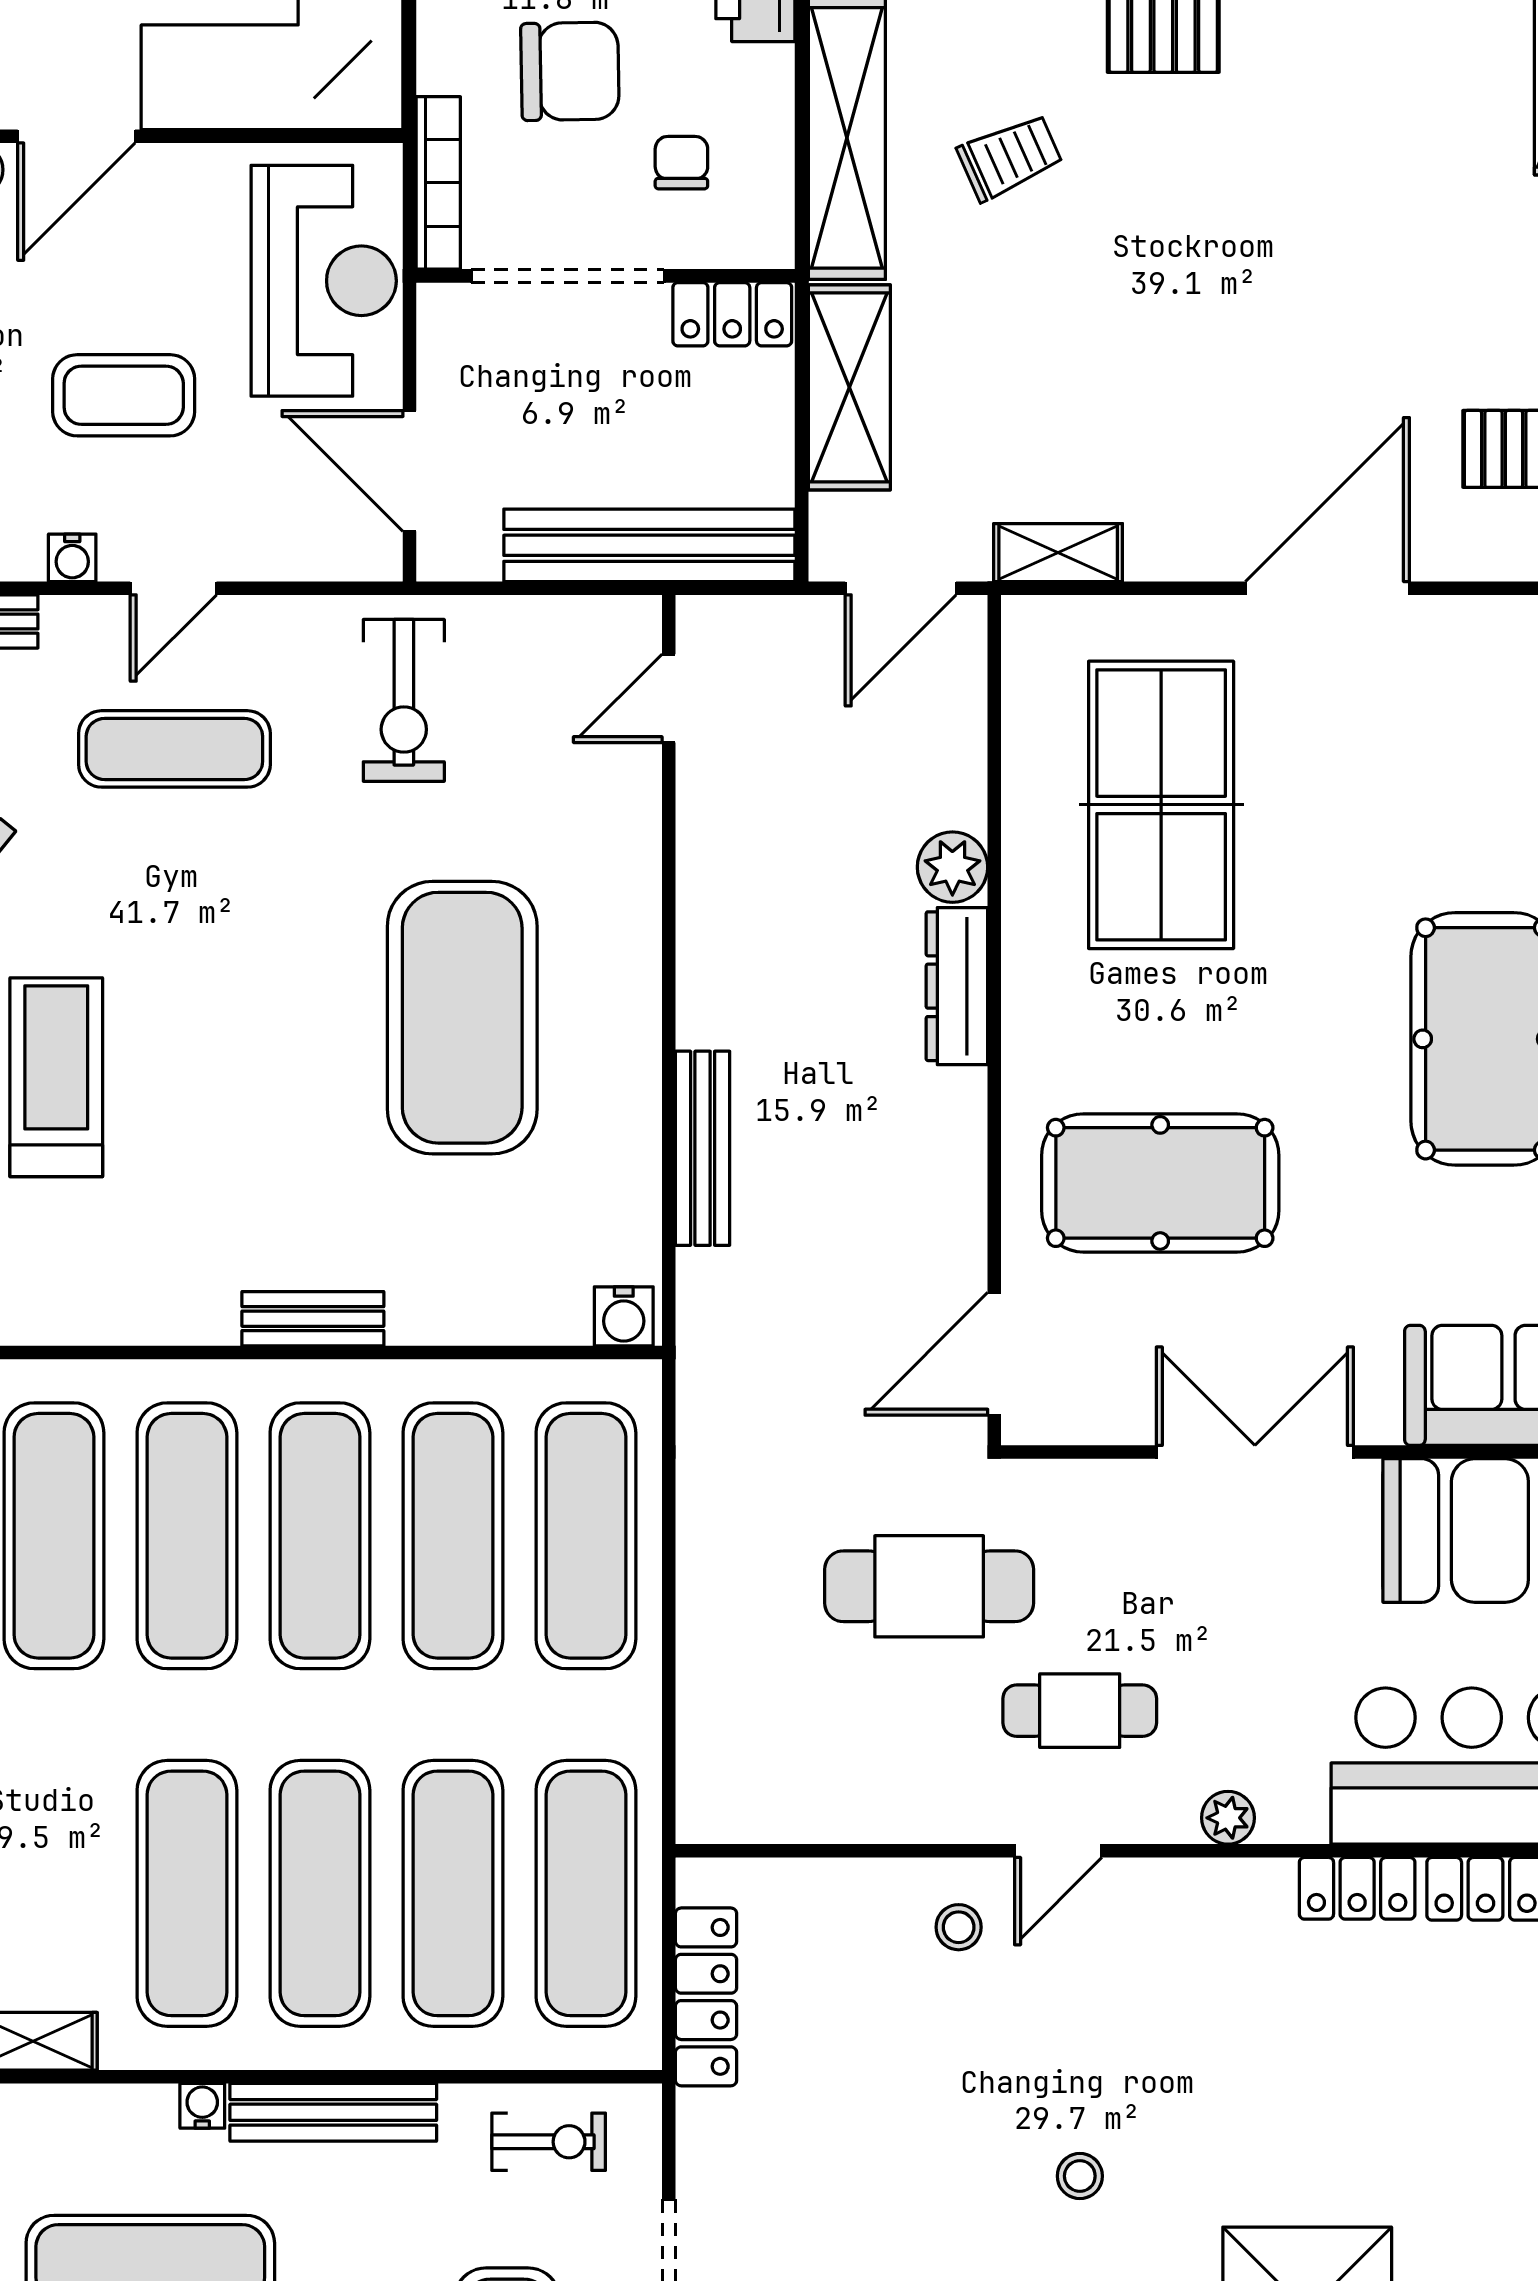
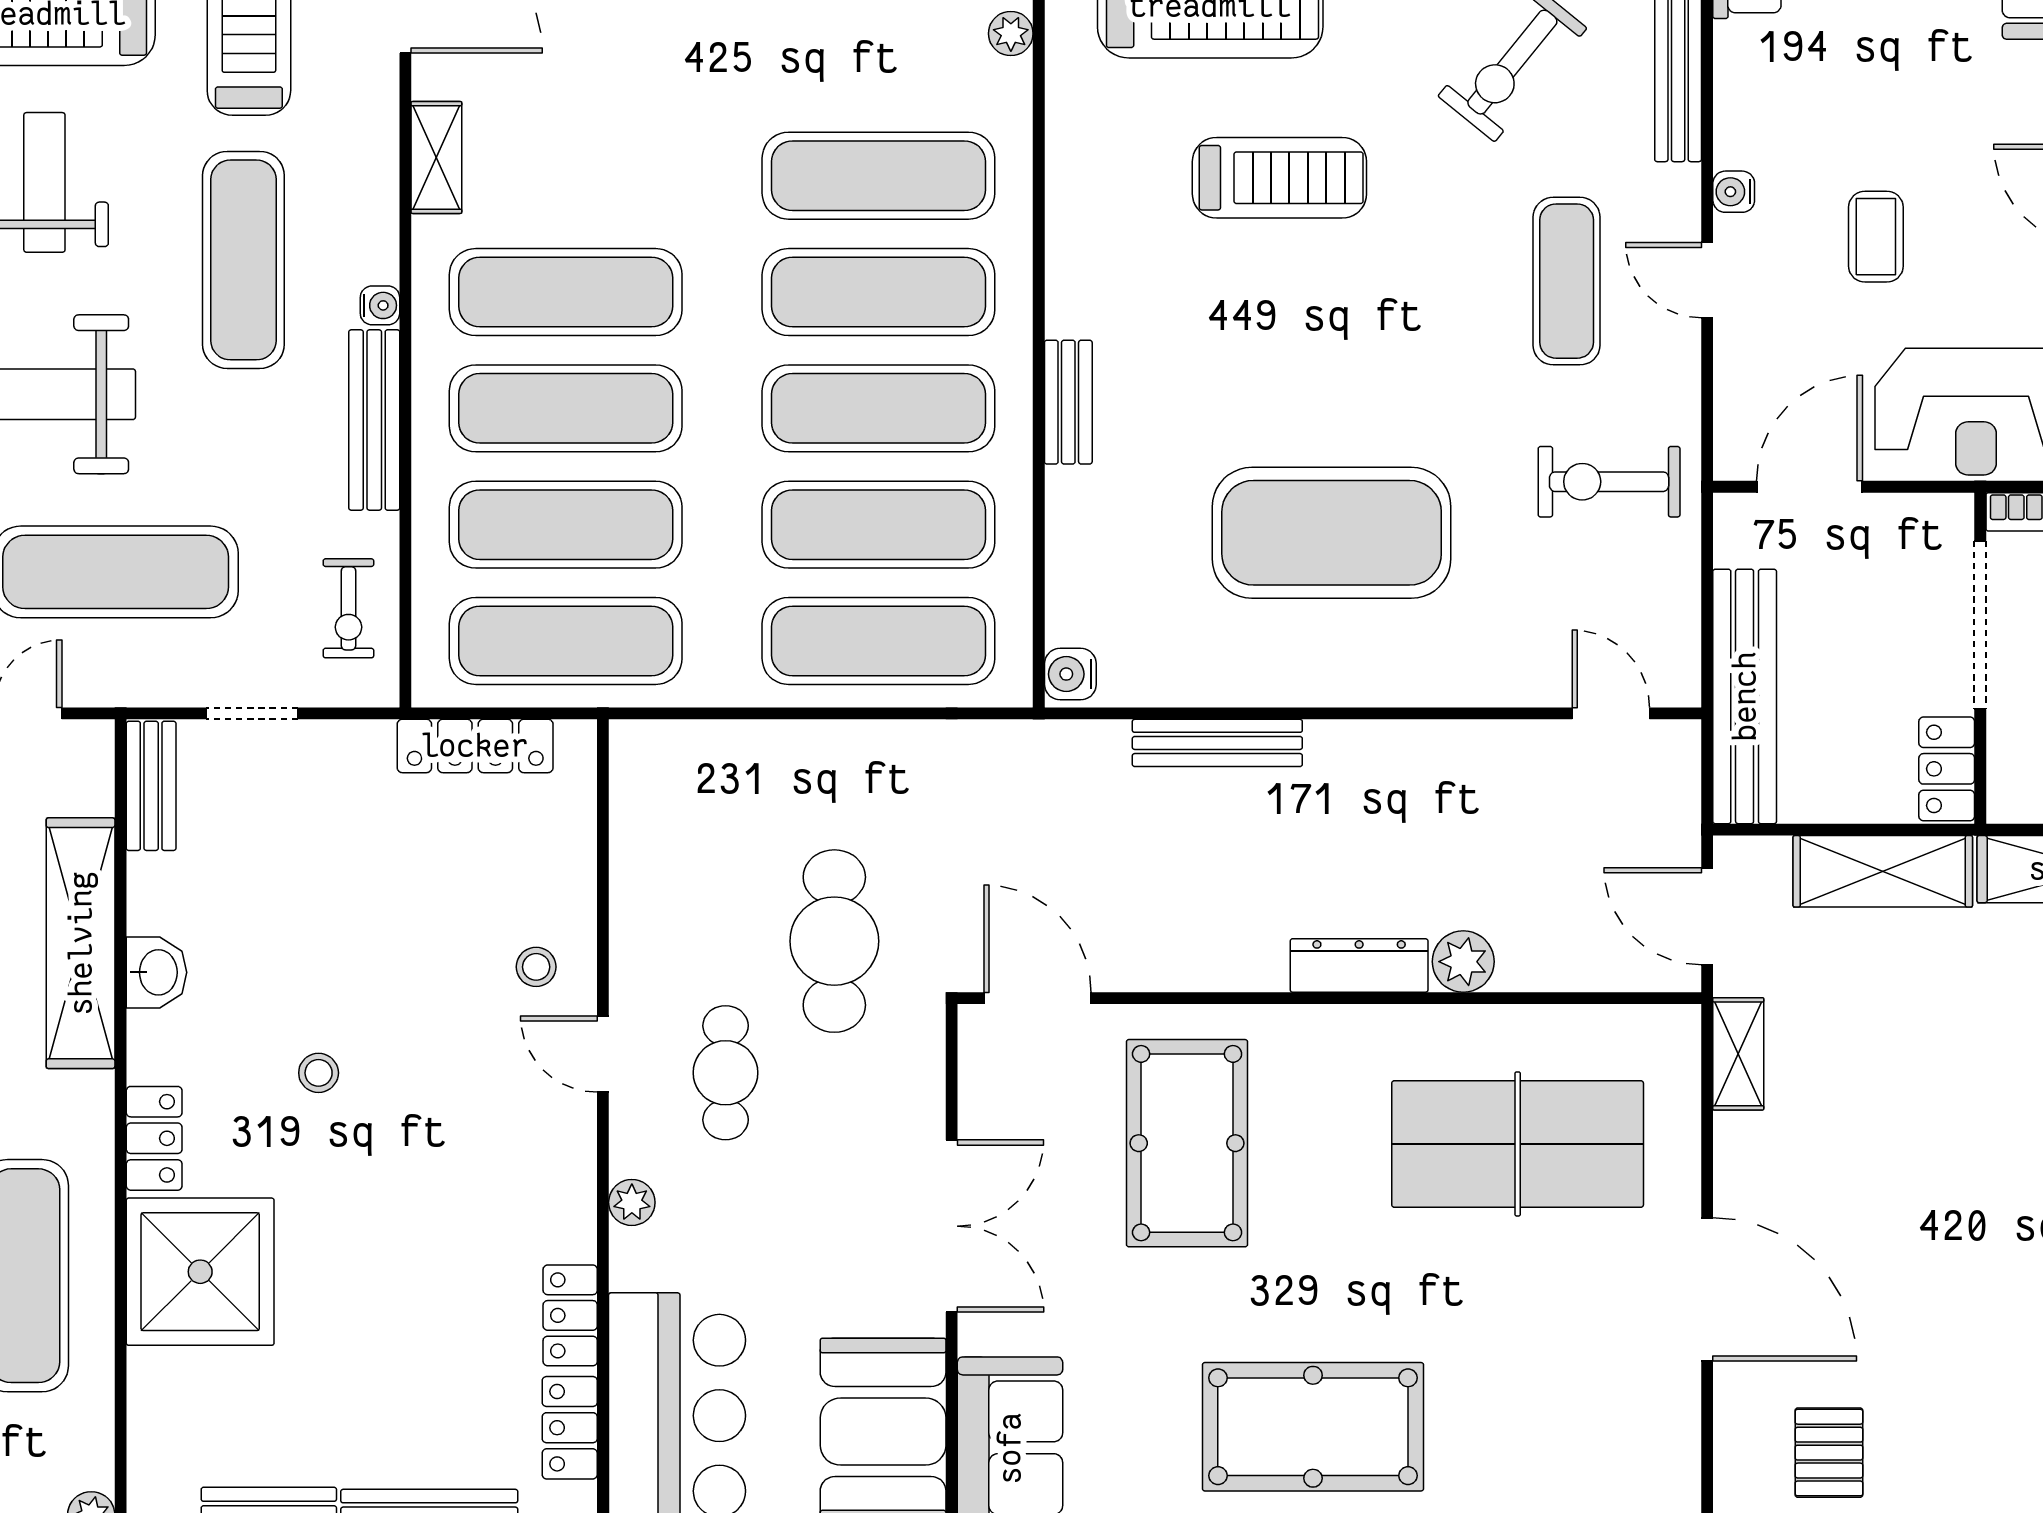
coffee table: (124, 395) -> (1876, 237), width x0.73, depth x0.77

